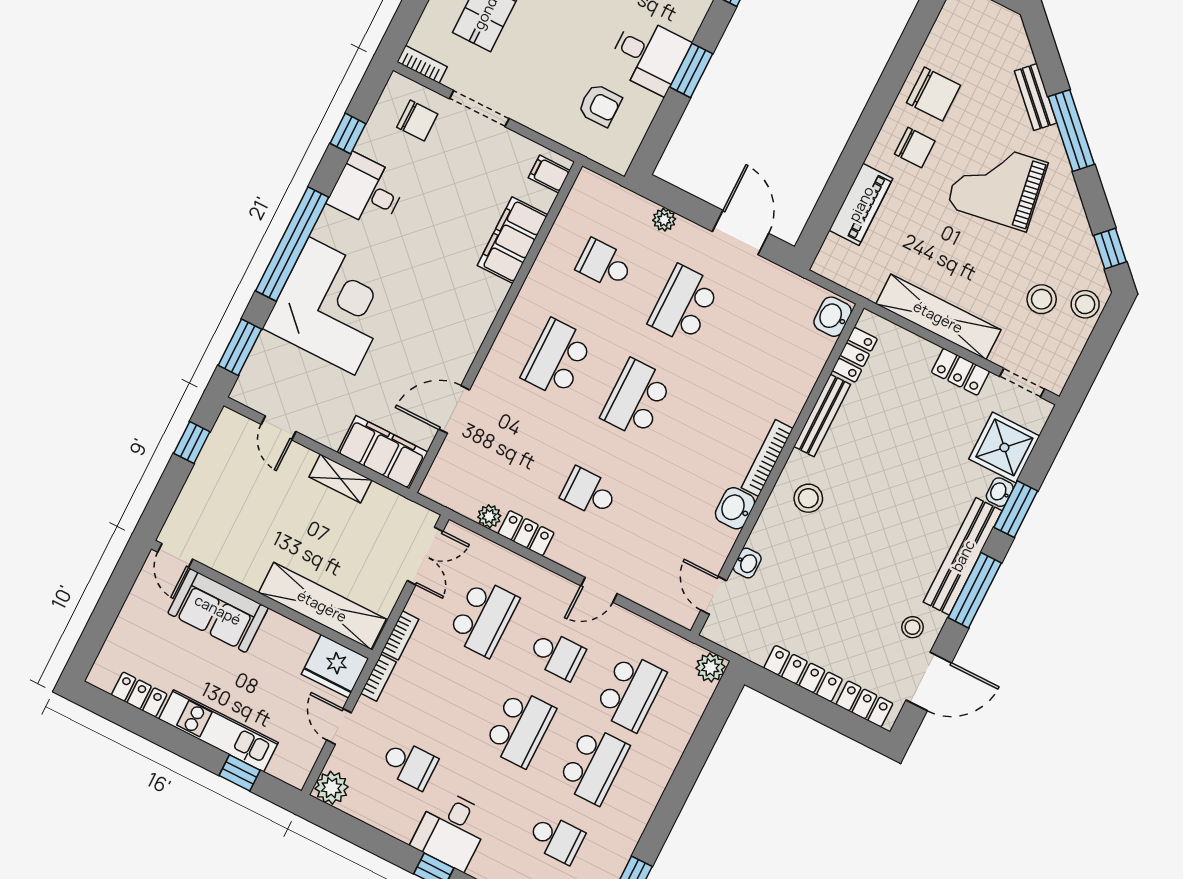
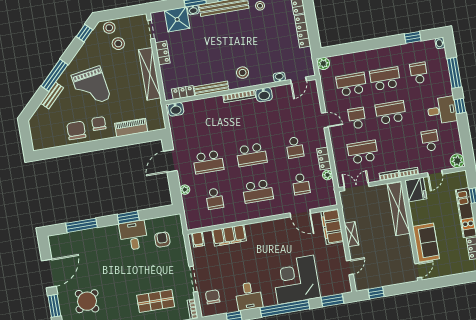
school desk: (510, 452) -> (301, 184), added

